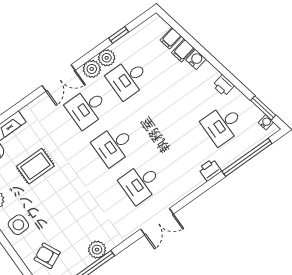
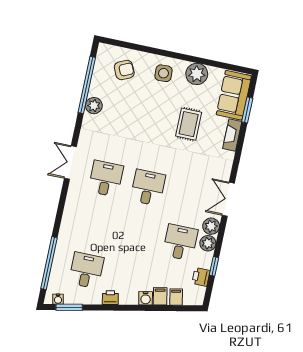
desk: (87, 108) -> (190, 196), removed
printer: (210, 170) -> (201, 277), moved, turned 180

